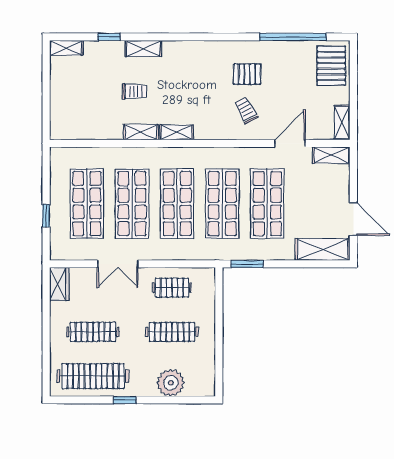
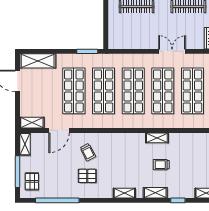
pallet: (331, 66) -> (32, 181), width x0.67, depth x0.71
window: (353, 81) -> (17, 172), added
shelving: (176, 132) -> (124, 193), moved
clothes rail: (172, 288) -> (137, 36), removed

